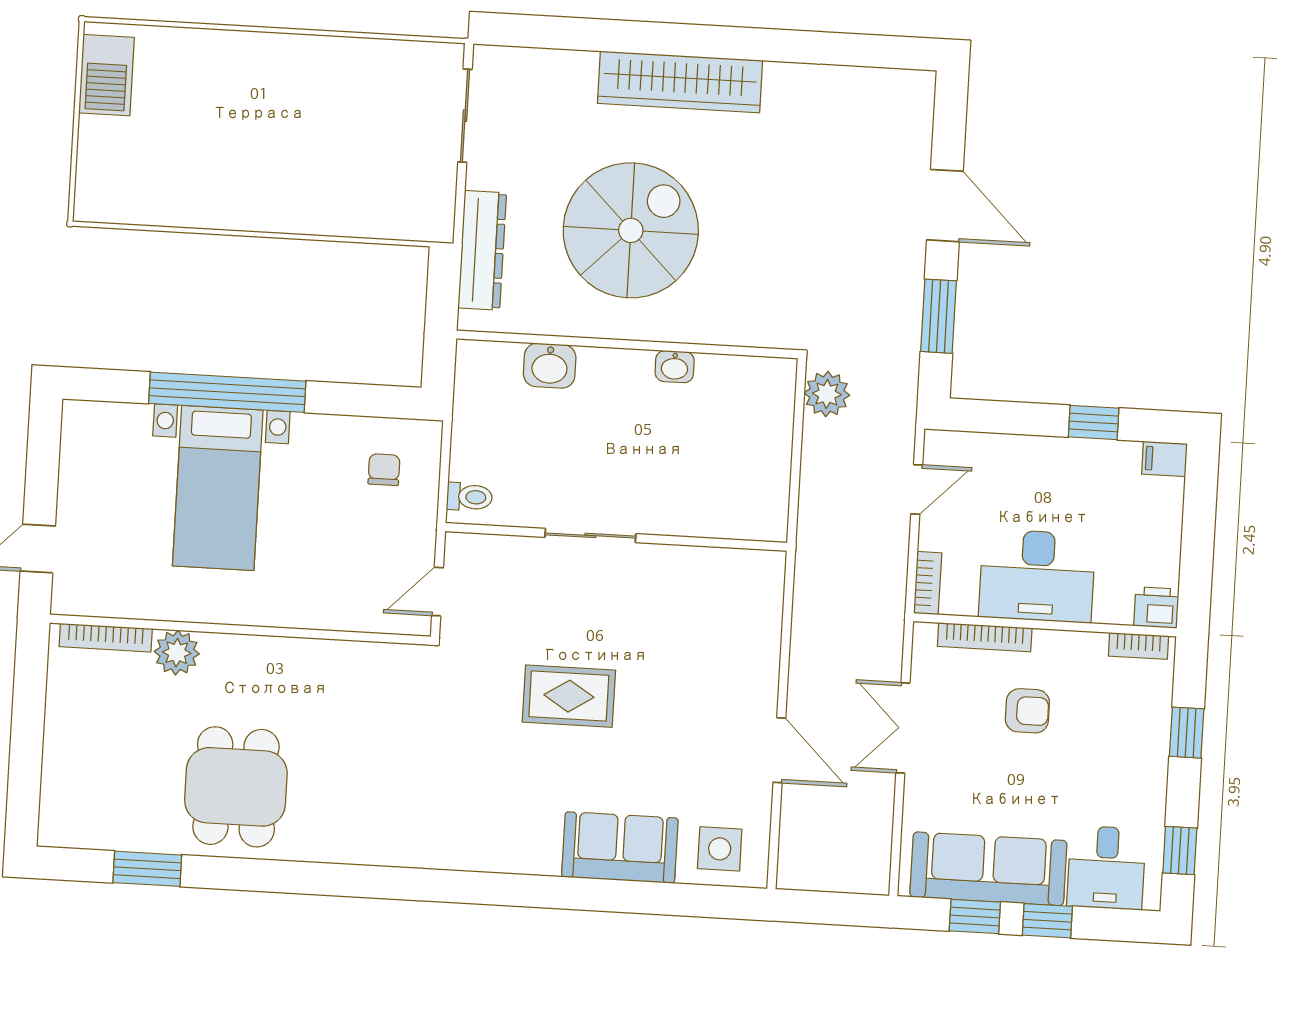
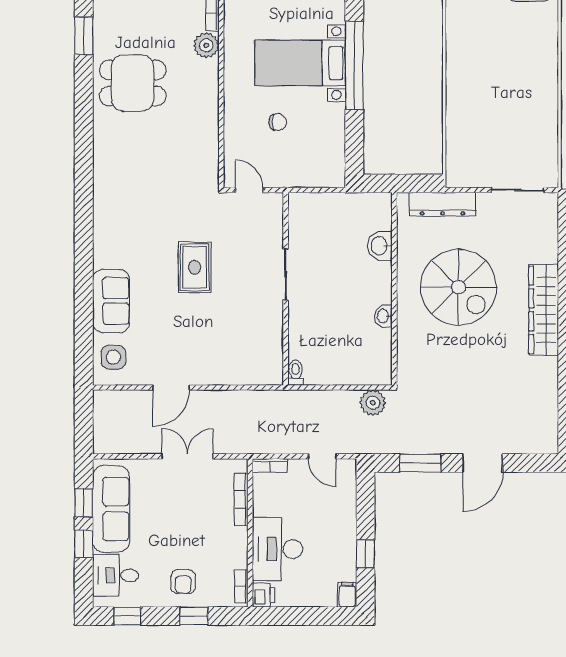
chair: (384, 470) -> (278, 122), moved
toilet: (469, 497) -> (296, 373), moved, turned 180
desk: (1037, 576) -> (277, 549), moved
armchair: (1027, 711) -> (183, 582), moved

